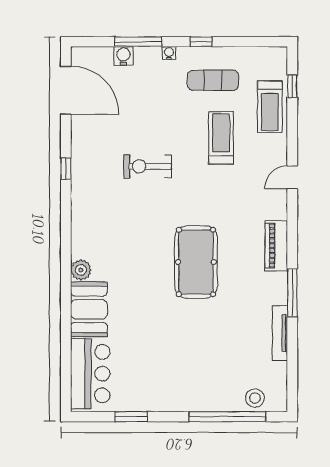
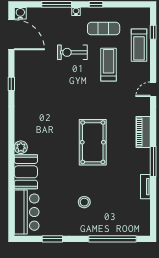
water cooler: (123, 56) -> (20, 13), moved
exercise bike: (148, 166) -> (72, 52), moved
tv unit: (280, 333) -> (145, 187), width x0.71
stool: (255, 398) -> (84, 202), moved

